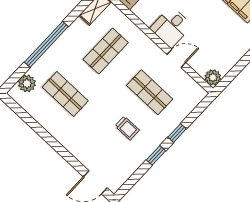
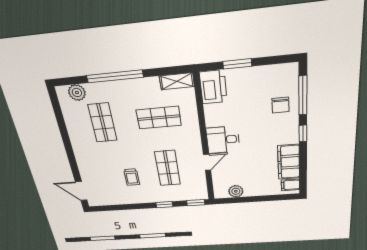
door: (176, 58) -> (207, 162), hinge flipped
plant: (213, 77) -> (236, 191), moved
window: (156, 155) -> (196, 203), moved

